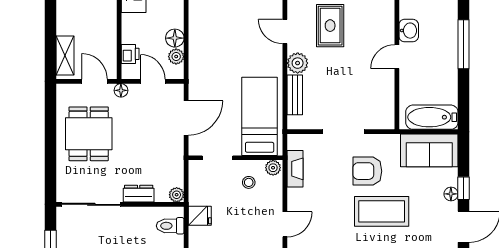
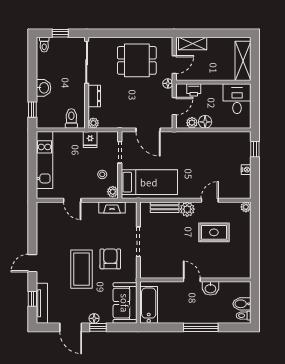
fridge: (200, 216) -> (90, 140), moved

